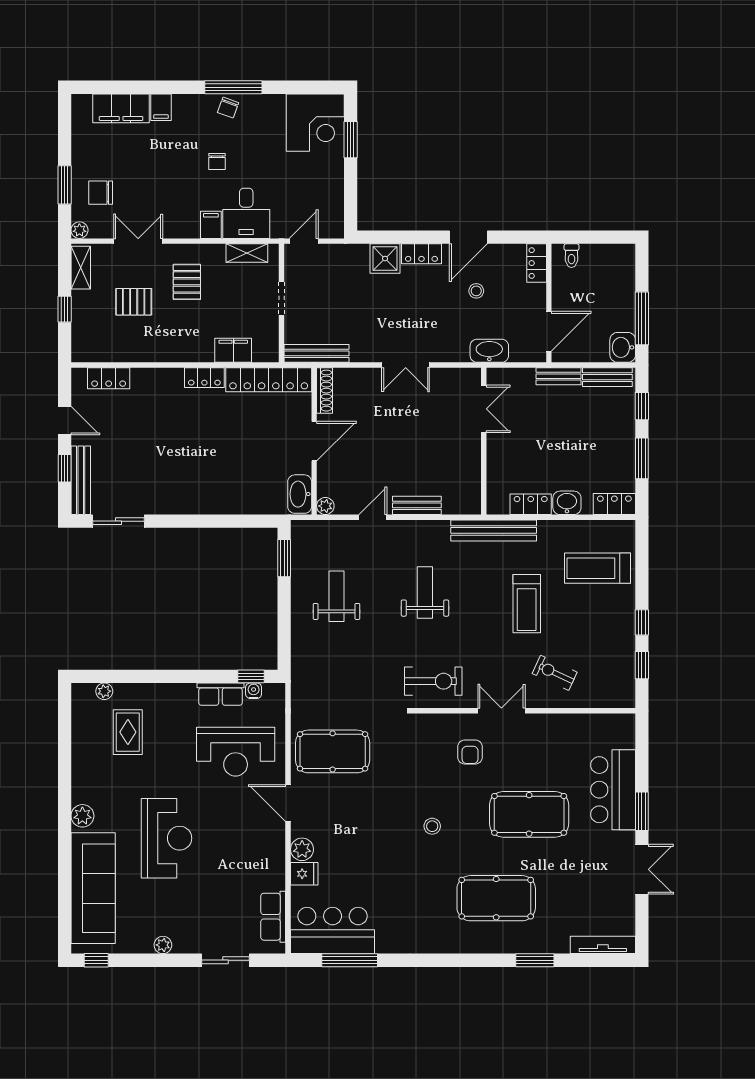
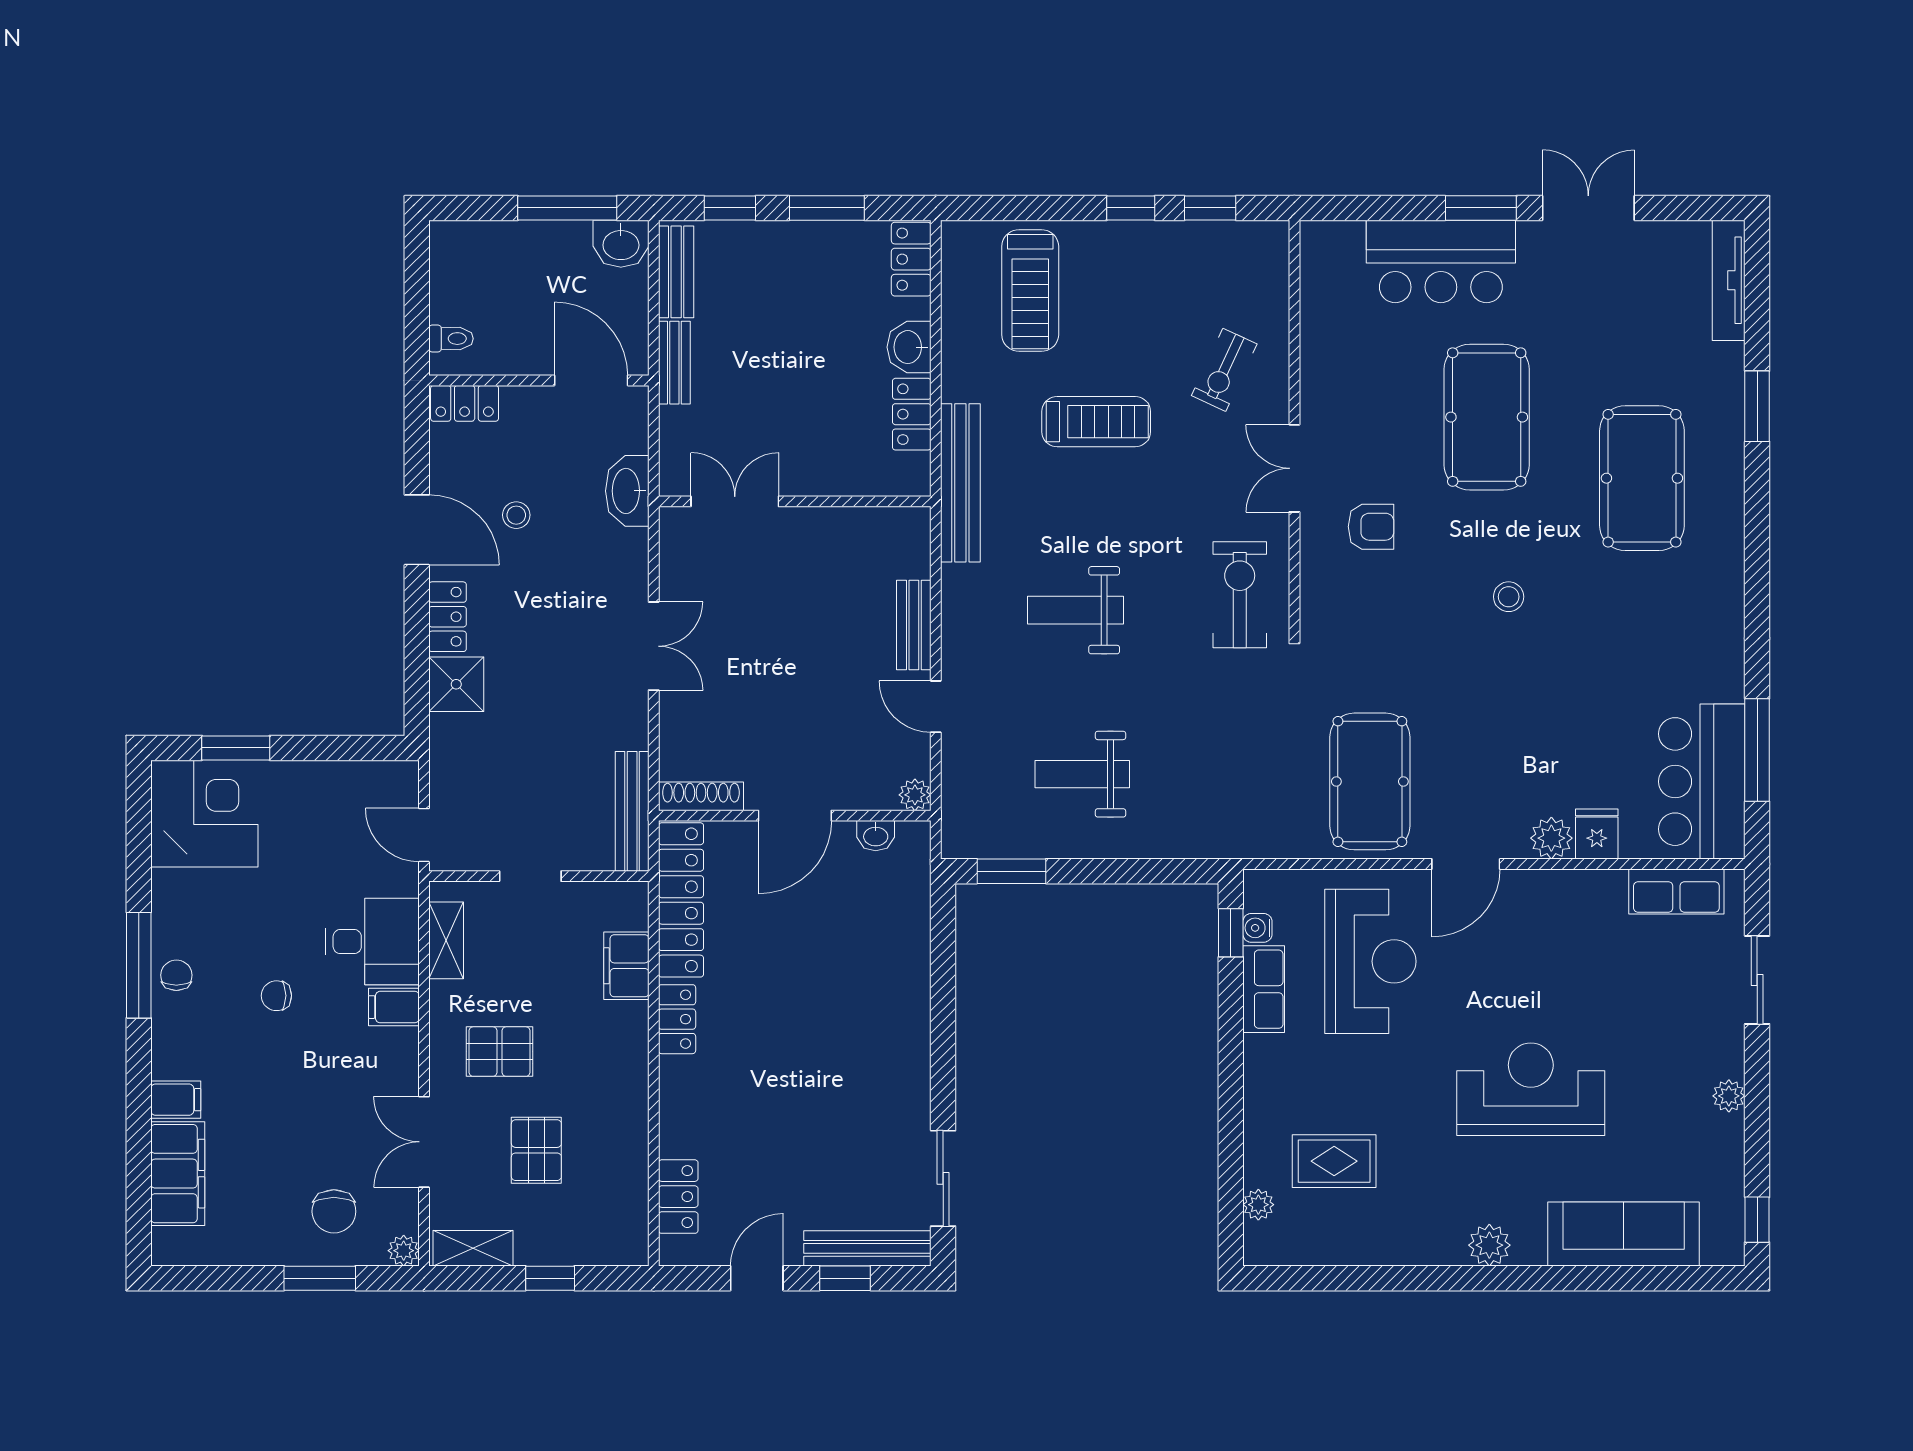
chair: (228, 108) -> (176, 975), turned -110
chair: (217, 162) -> (276, 996), turned 180
door: (314, 441) -> (795, 816), swing flipped
washbasin: (300, 494) -> (876, 836), width x0.52, depth x0.69
sofa: (93, 888) -> (1624, 1234), width x0.74, depth x0.79

